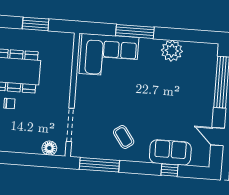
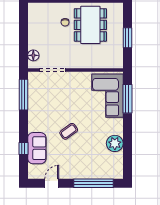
window: (135, 31) -> (127, 99), moved
coffee table: (124, 137) -> (69, 131), moved

